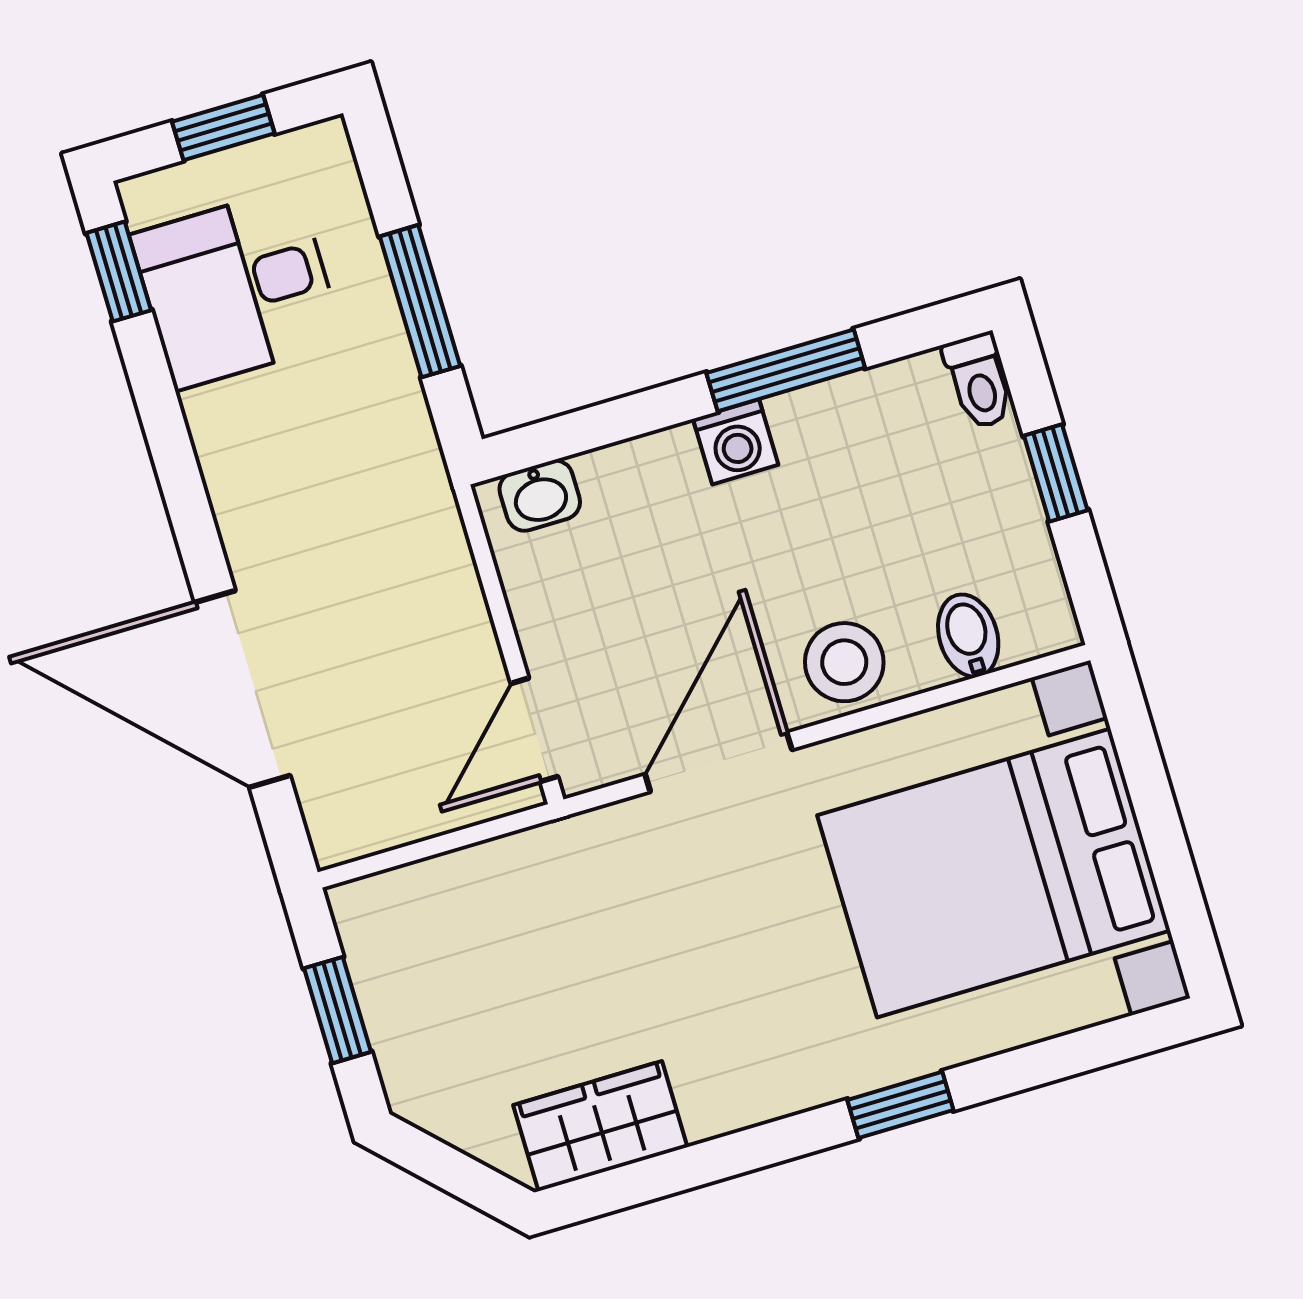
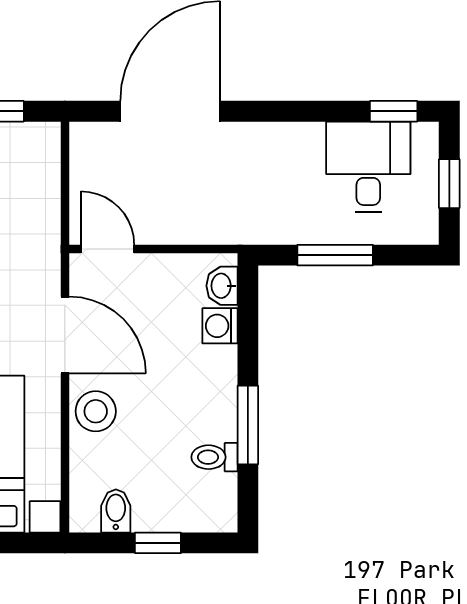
toilet: (979, 381) -> (214, 457), moved
washing machine: (736, 442) -> (220, 326), moved
bidet: (968, 636) -> (116, 511), moved, turned -90

